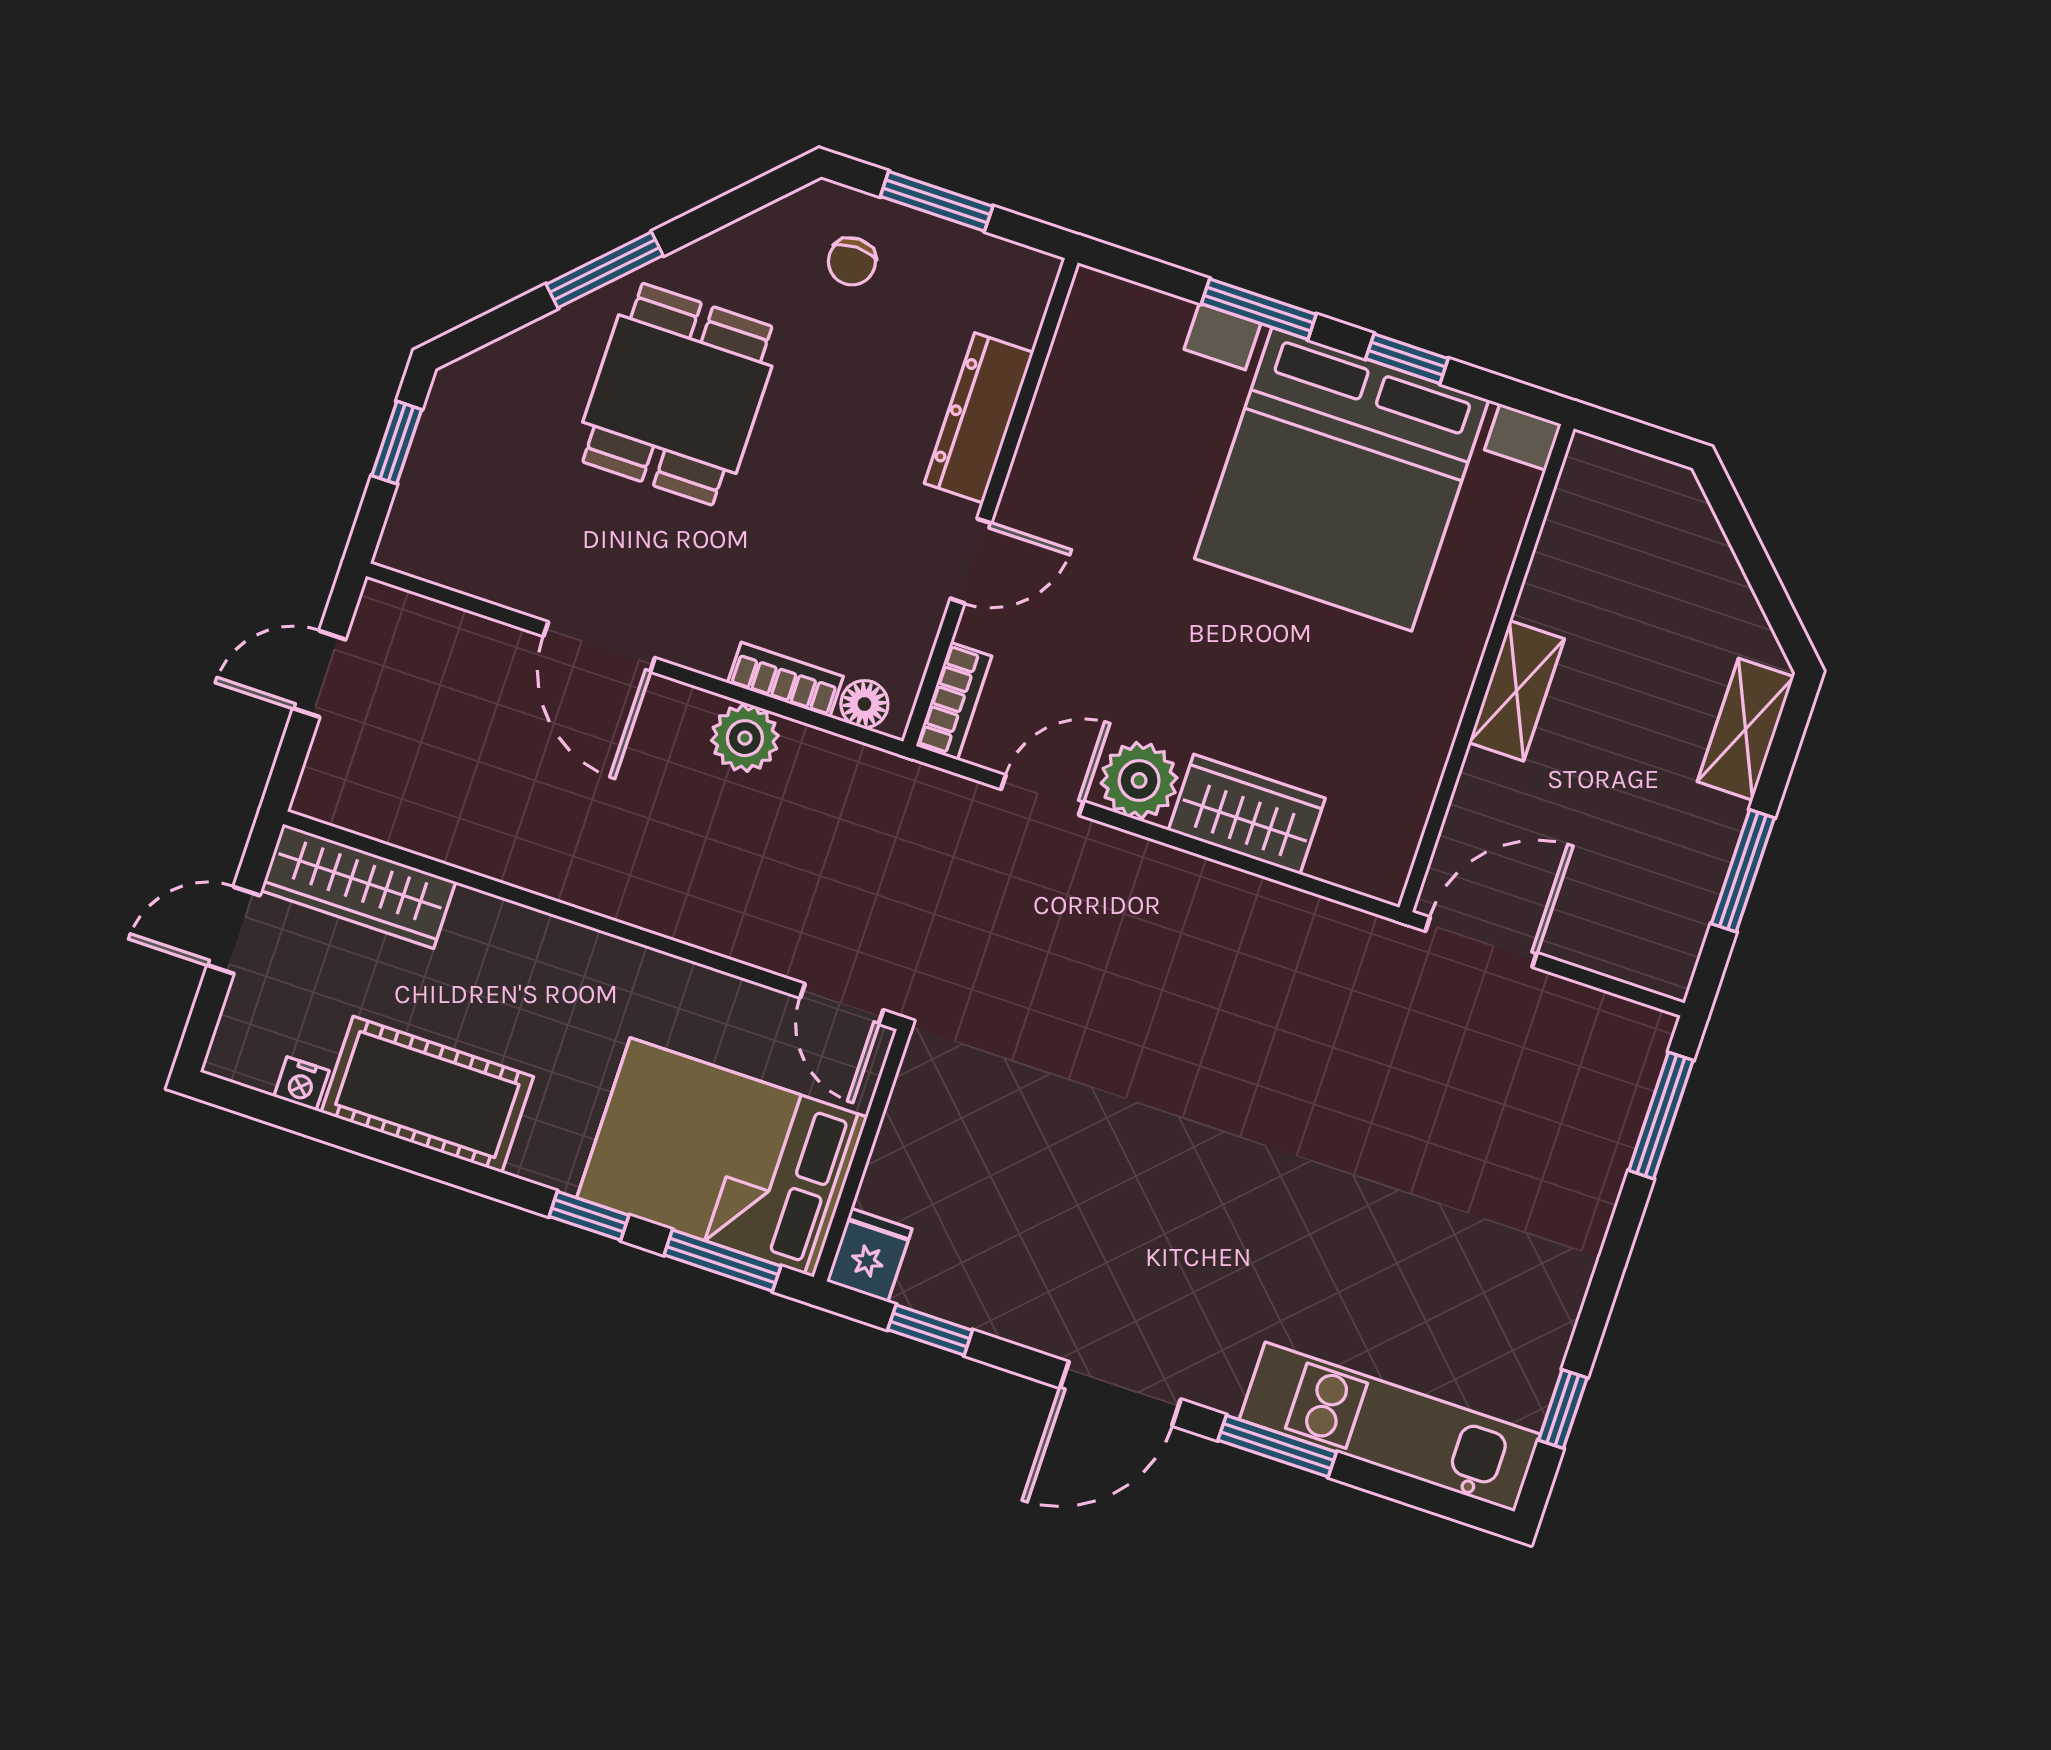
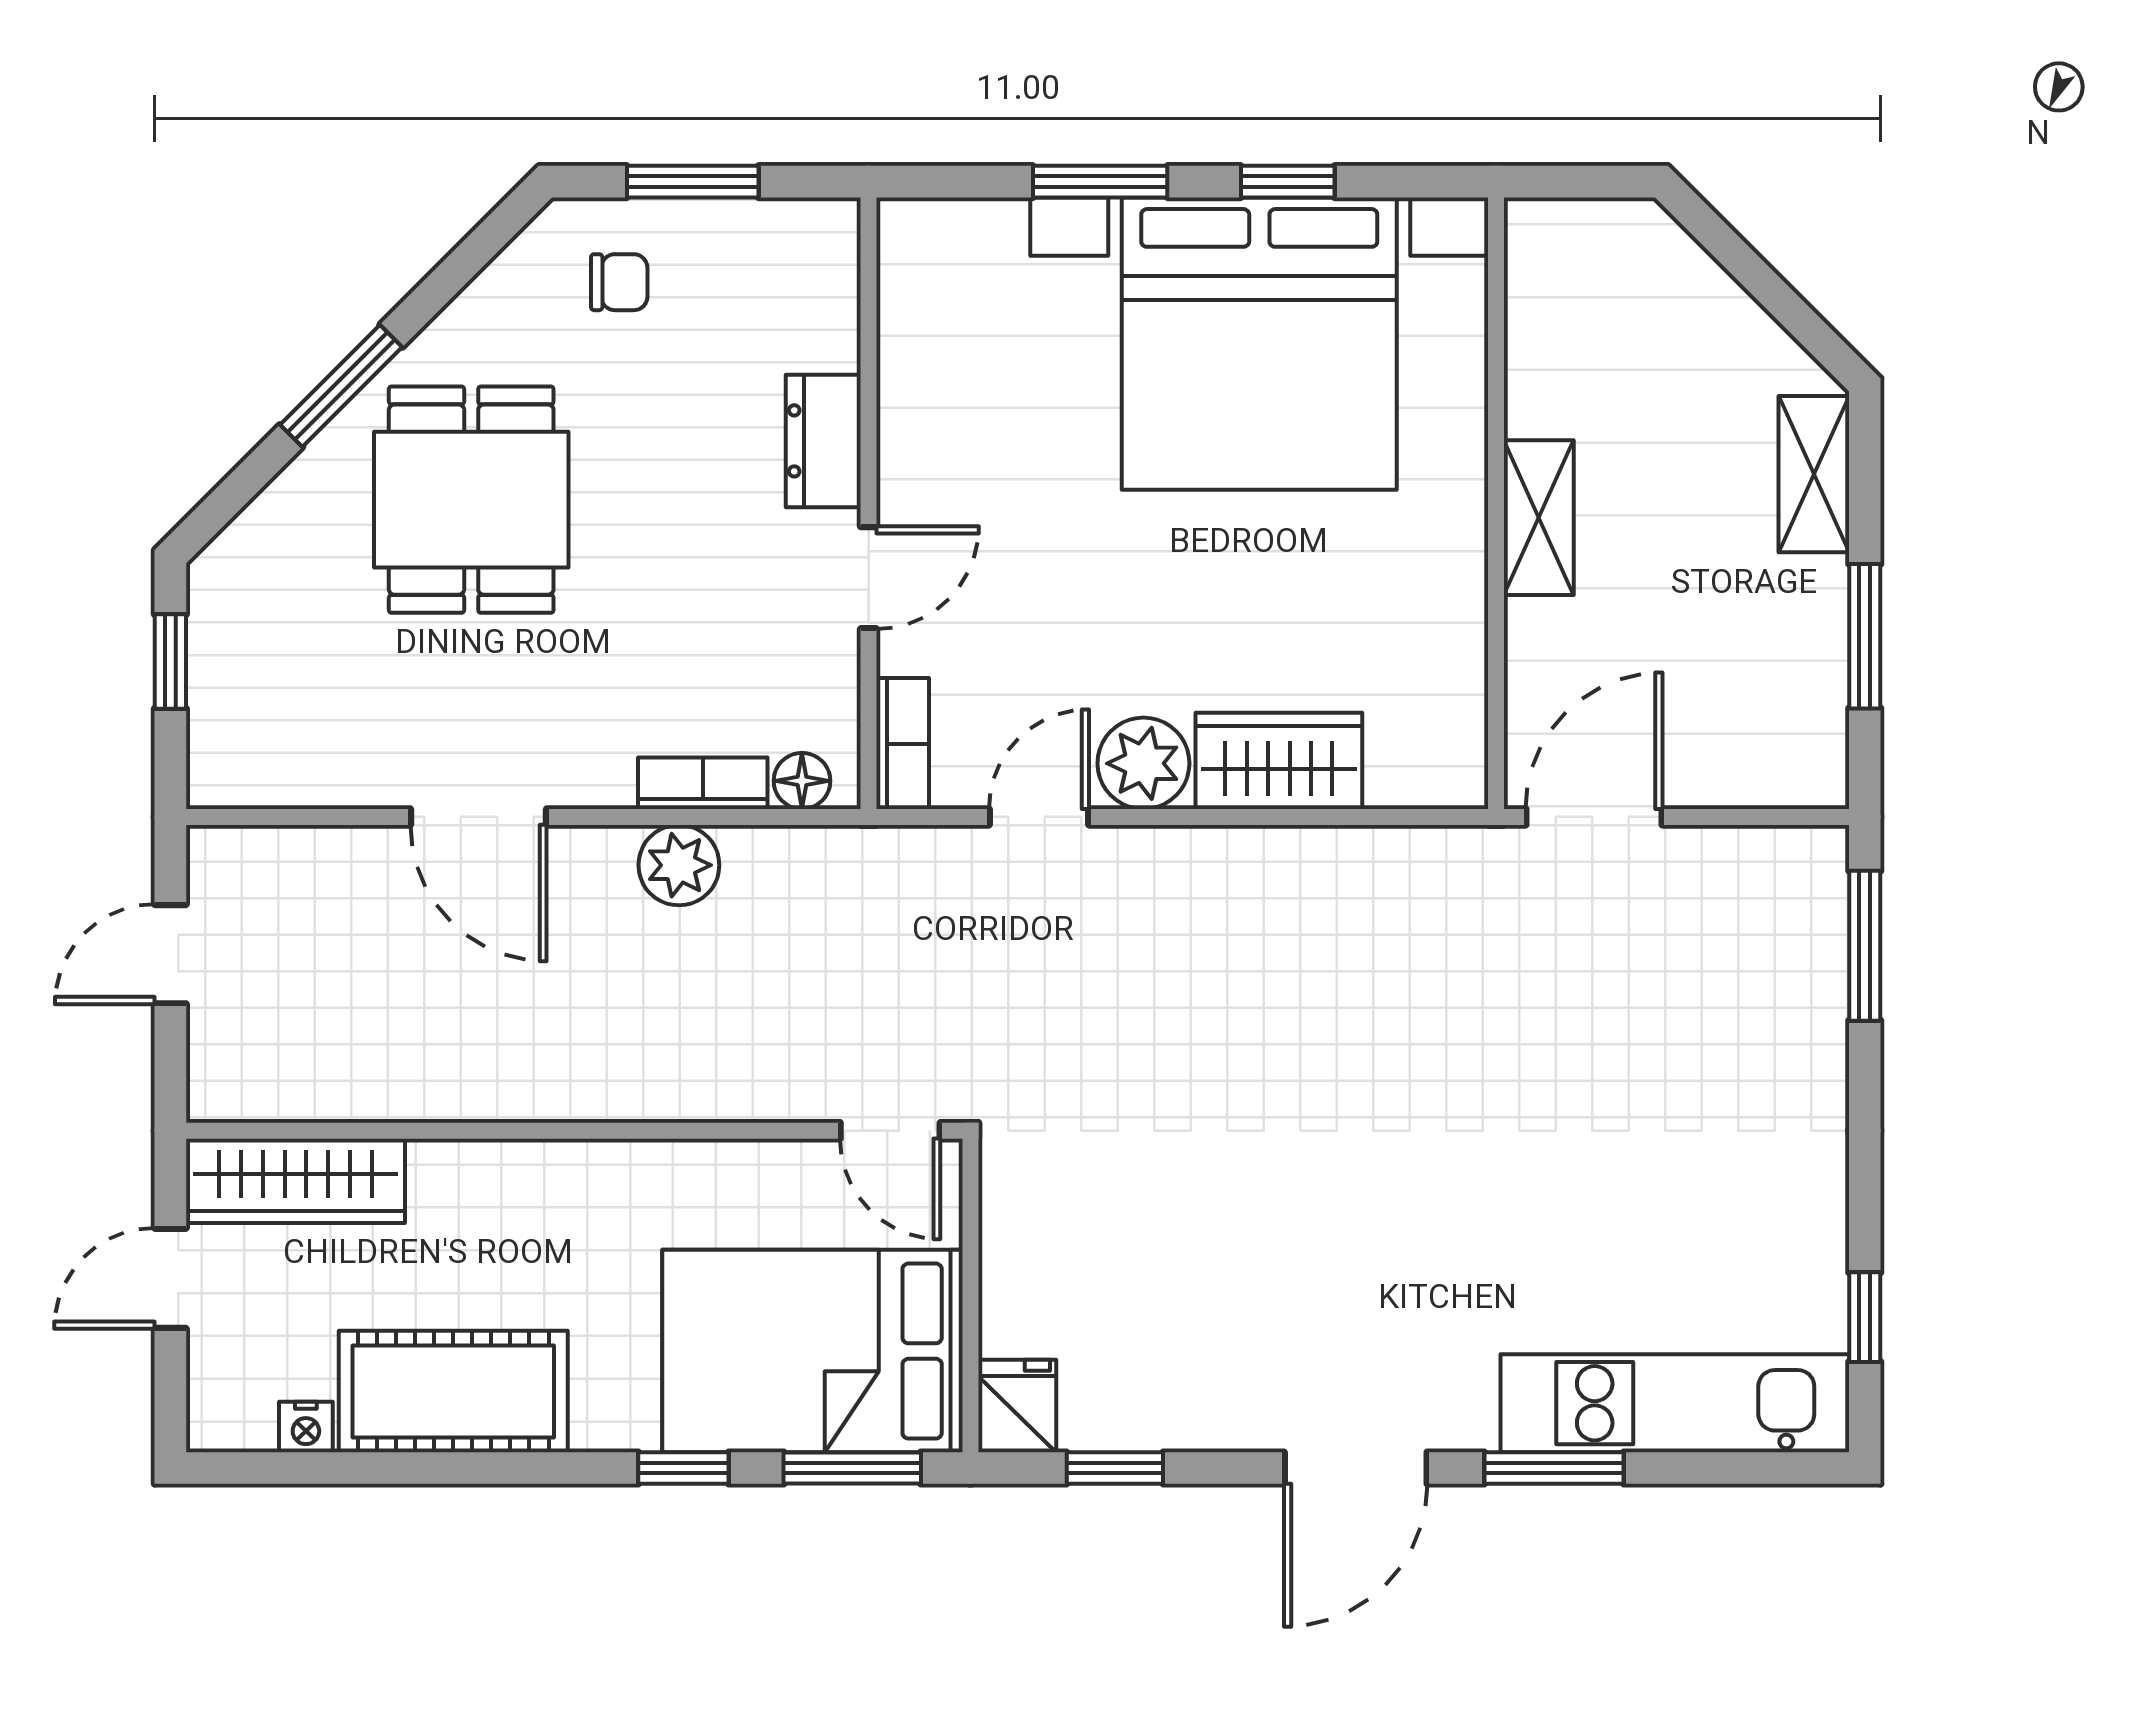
chair: (852, 261) -> (619, 282), turned -90
dresser: (979, 418) -> (823, 441), width x0.70

